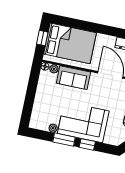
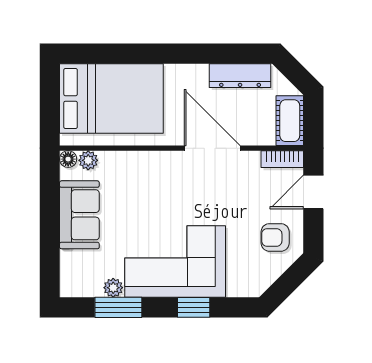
window: (42, 38) -> (50, 100), removed
sofa: (73, 78) -> (79, 215), moved, turned -90
window: (64, 140) -> (118, 307), moved

